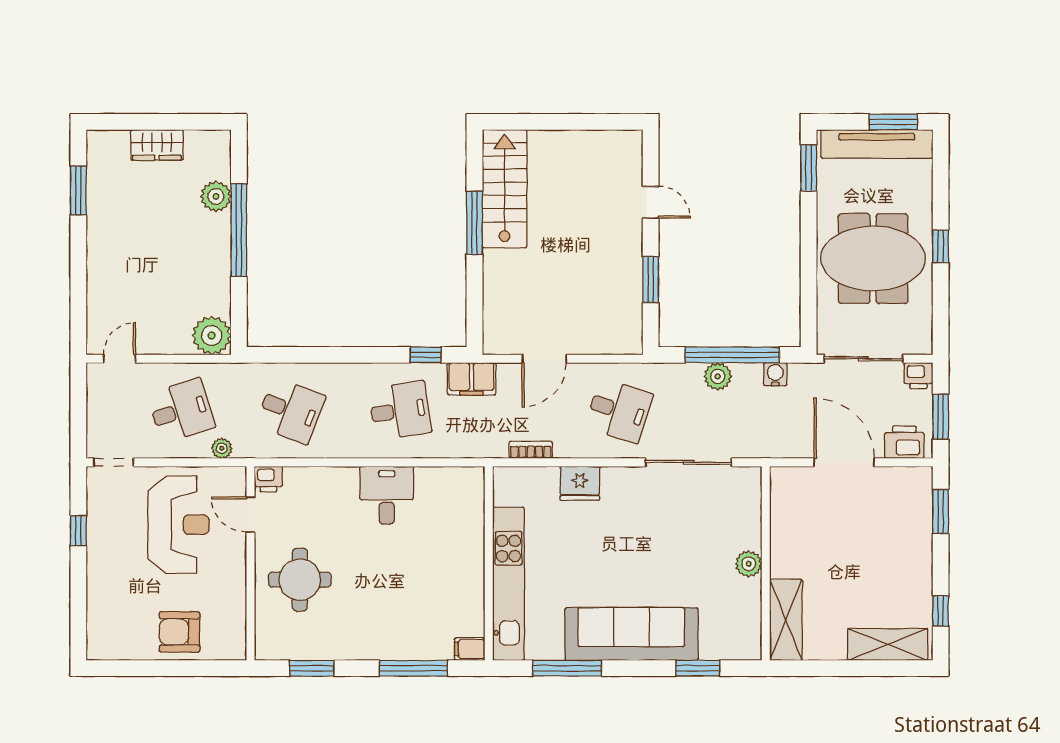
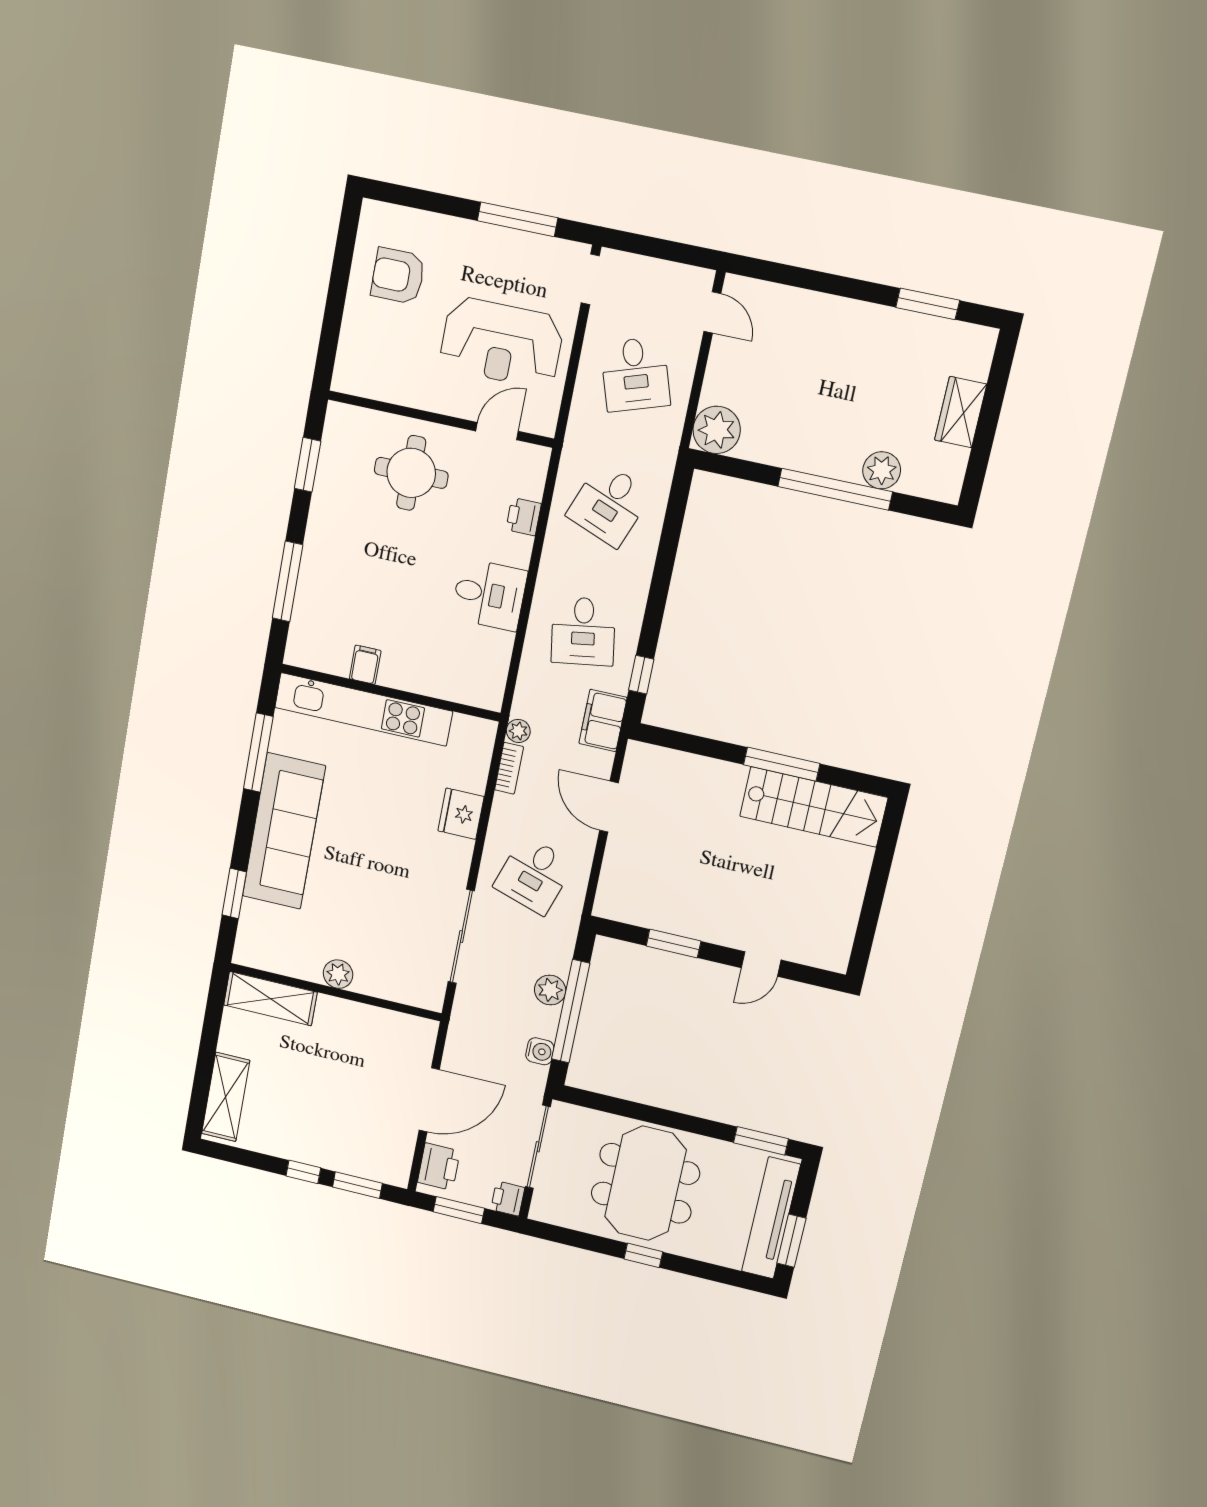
plant: (222, 448) -> (518, 731), moved
printer: (268, 479) -> (524, 517), moved
window: (78, 531) -> (518, 219), width x2.17
window: (941, 611) -> (303, 1172), moved
armchair: (180, 632) -> (398, 276), moved, turned -90
filing cabinet: (470, 649) -> (365, 665), moved

